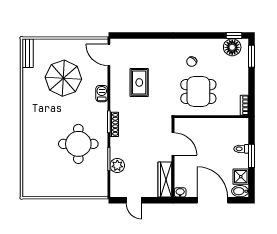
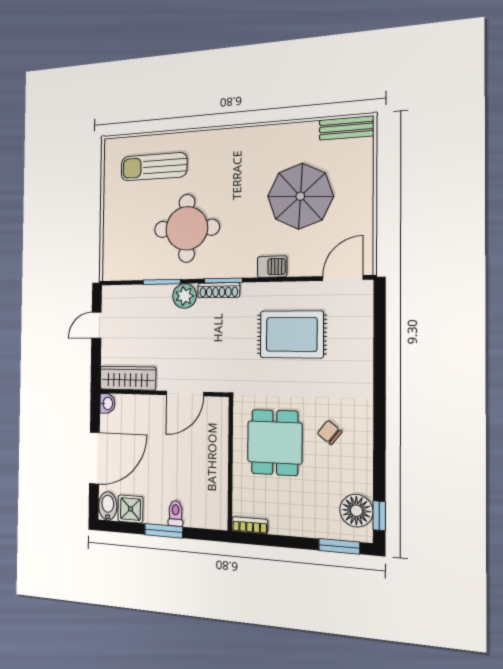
rug: (139, 82) -> (292, 334), width x1.36, depth x1.43
sun lounger: (41, 165) -> (154, 167), added
plant: (117, 165) -> (185, 296), moved

